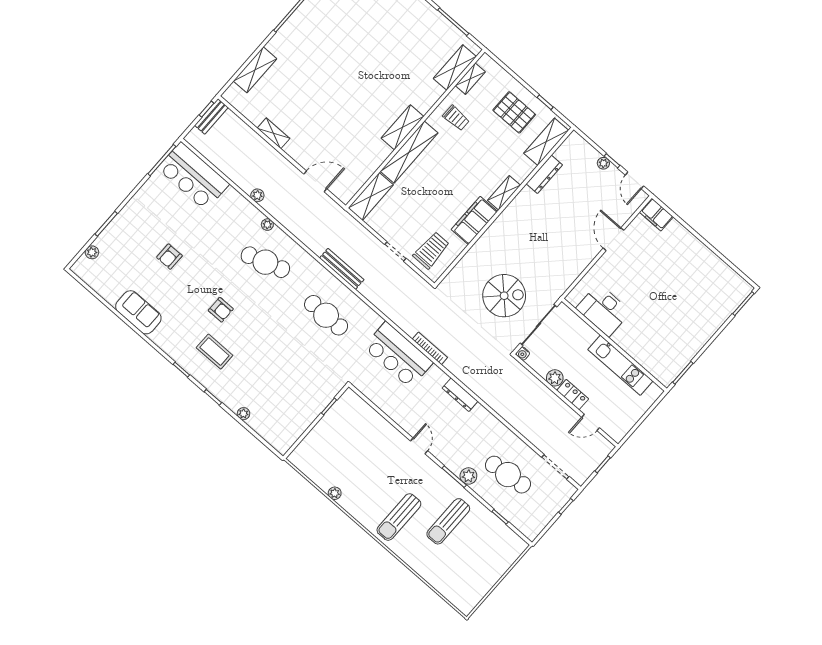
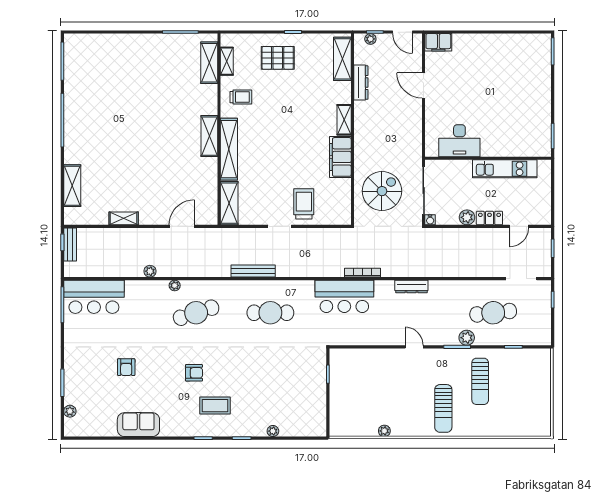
shelving: (546, 142) -> (342, 59), moved
dresser: (544, 174) -> (361, 83), moved
shelving: (504, 193) -> (344, 120), moved
wall: (504, 206) -> (352, 129), moved
filing cabinet: (474, 220) -> (340, 157), moved

